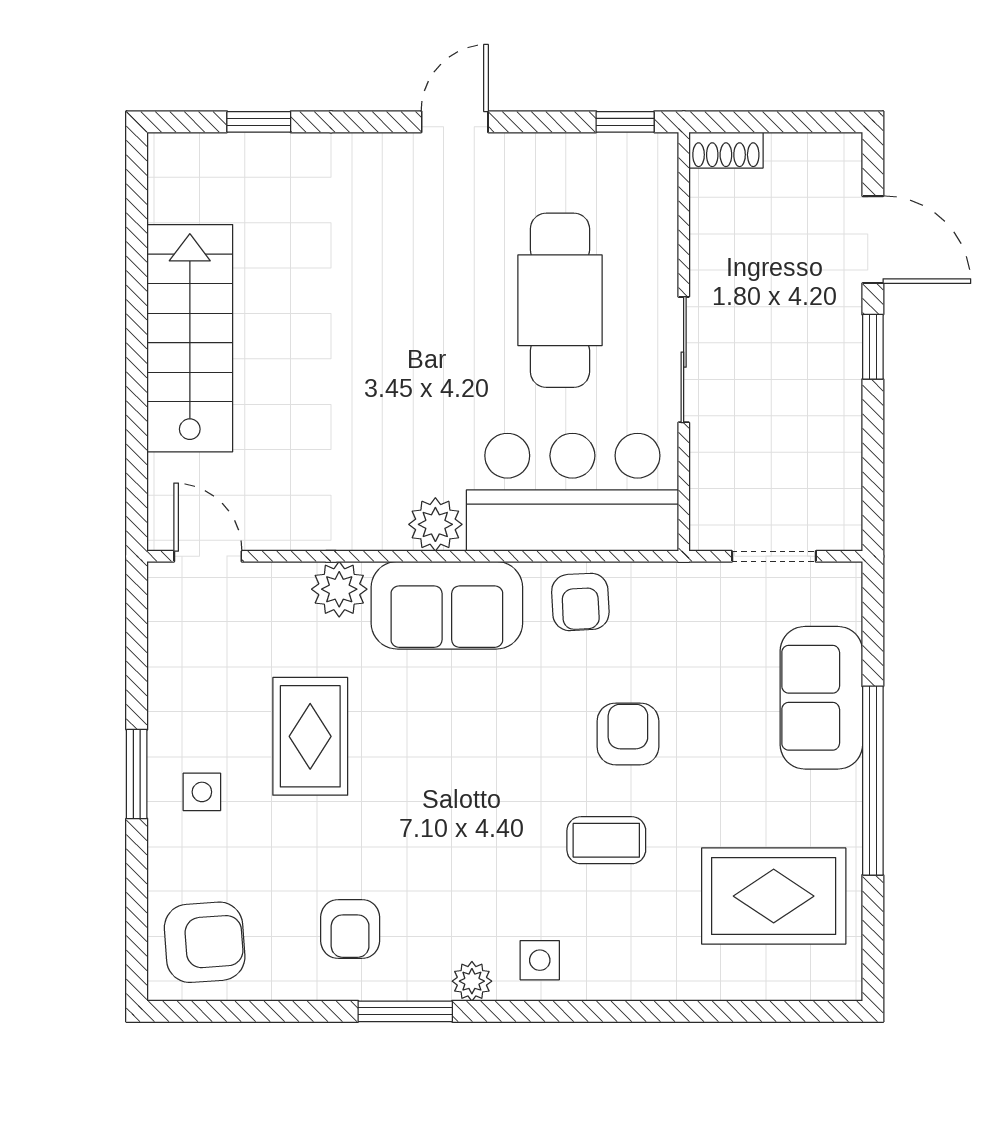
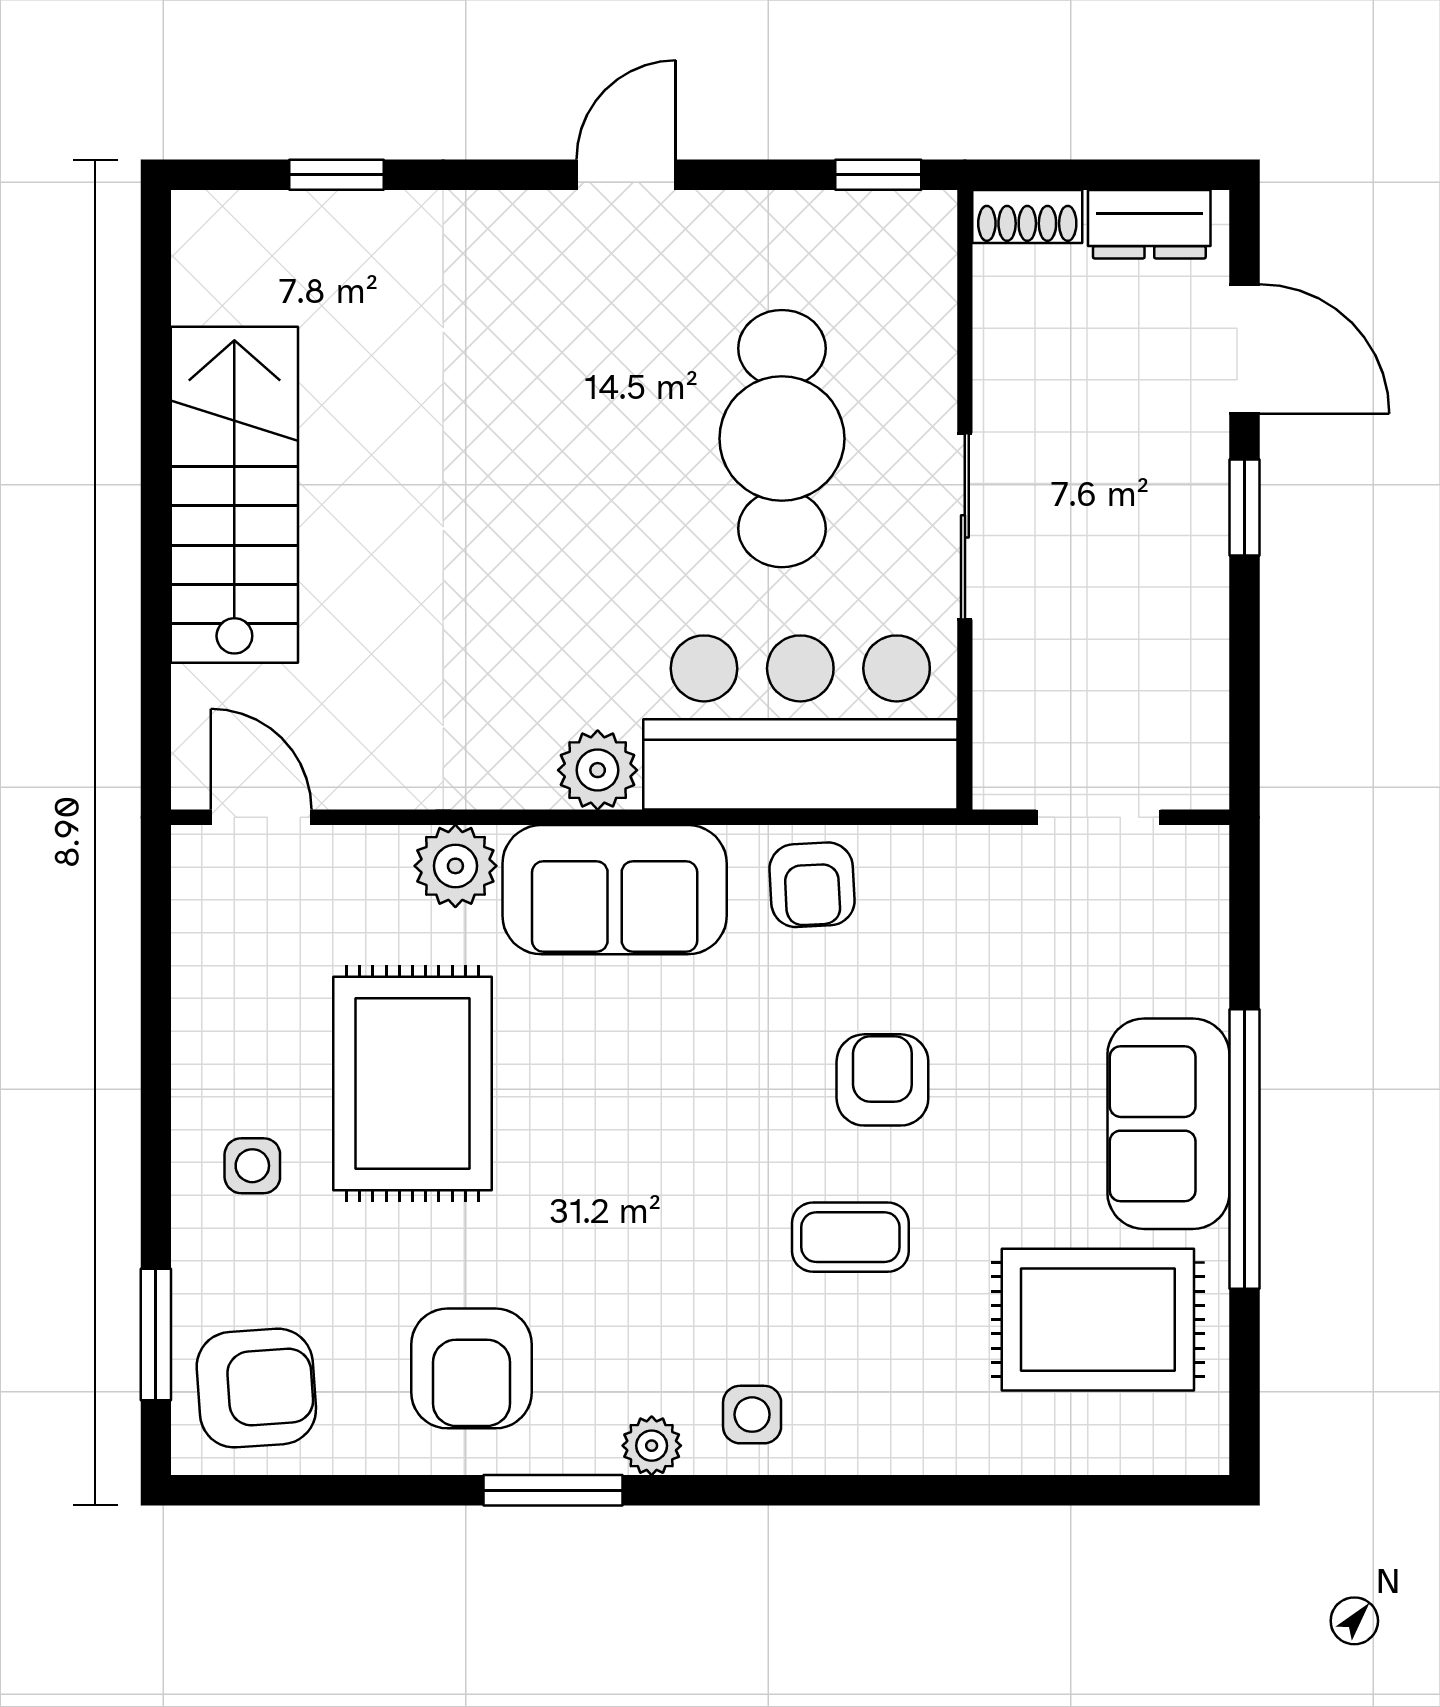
dresser: (808, 155) -> (1149, 224), added
sofa: (821, 698) -> (1168, 1124), moved
rug: (310, 736) -> (413, 1083), width x1.36, depth x1.43
window: (137, 774) -> (156, 1335), moved
armchair: (350, 929) -> (471, 1368), width x1.38, depth x1.38

